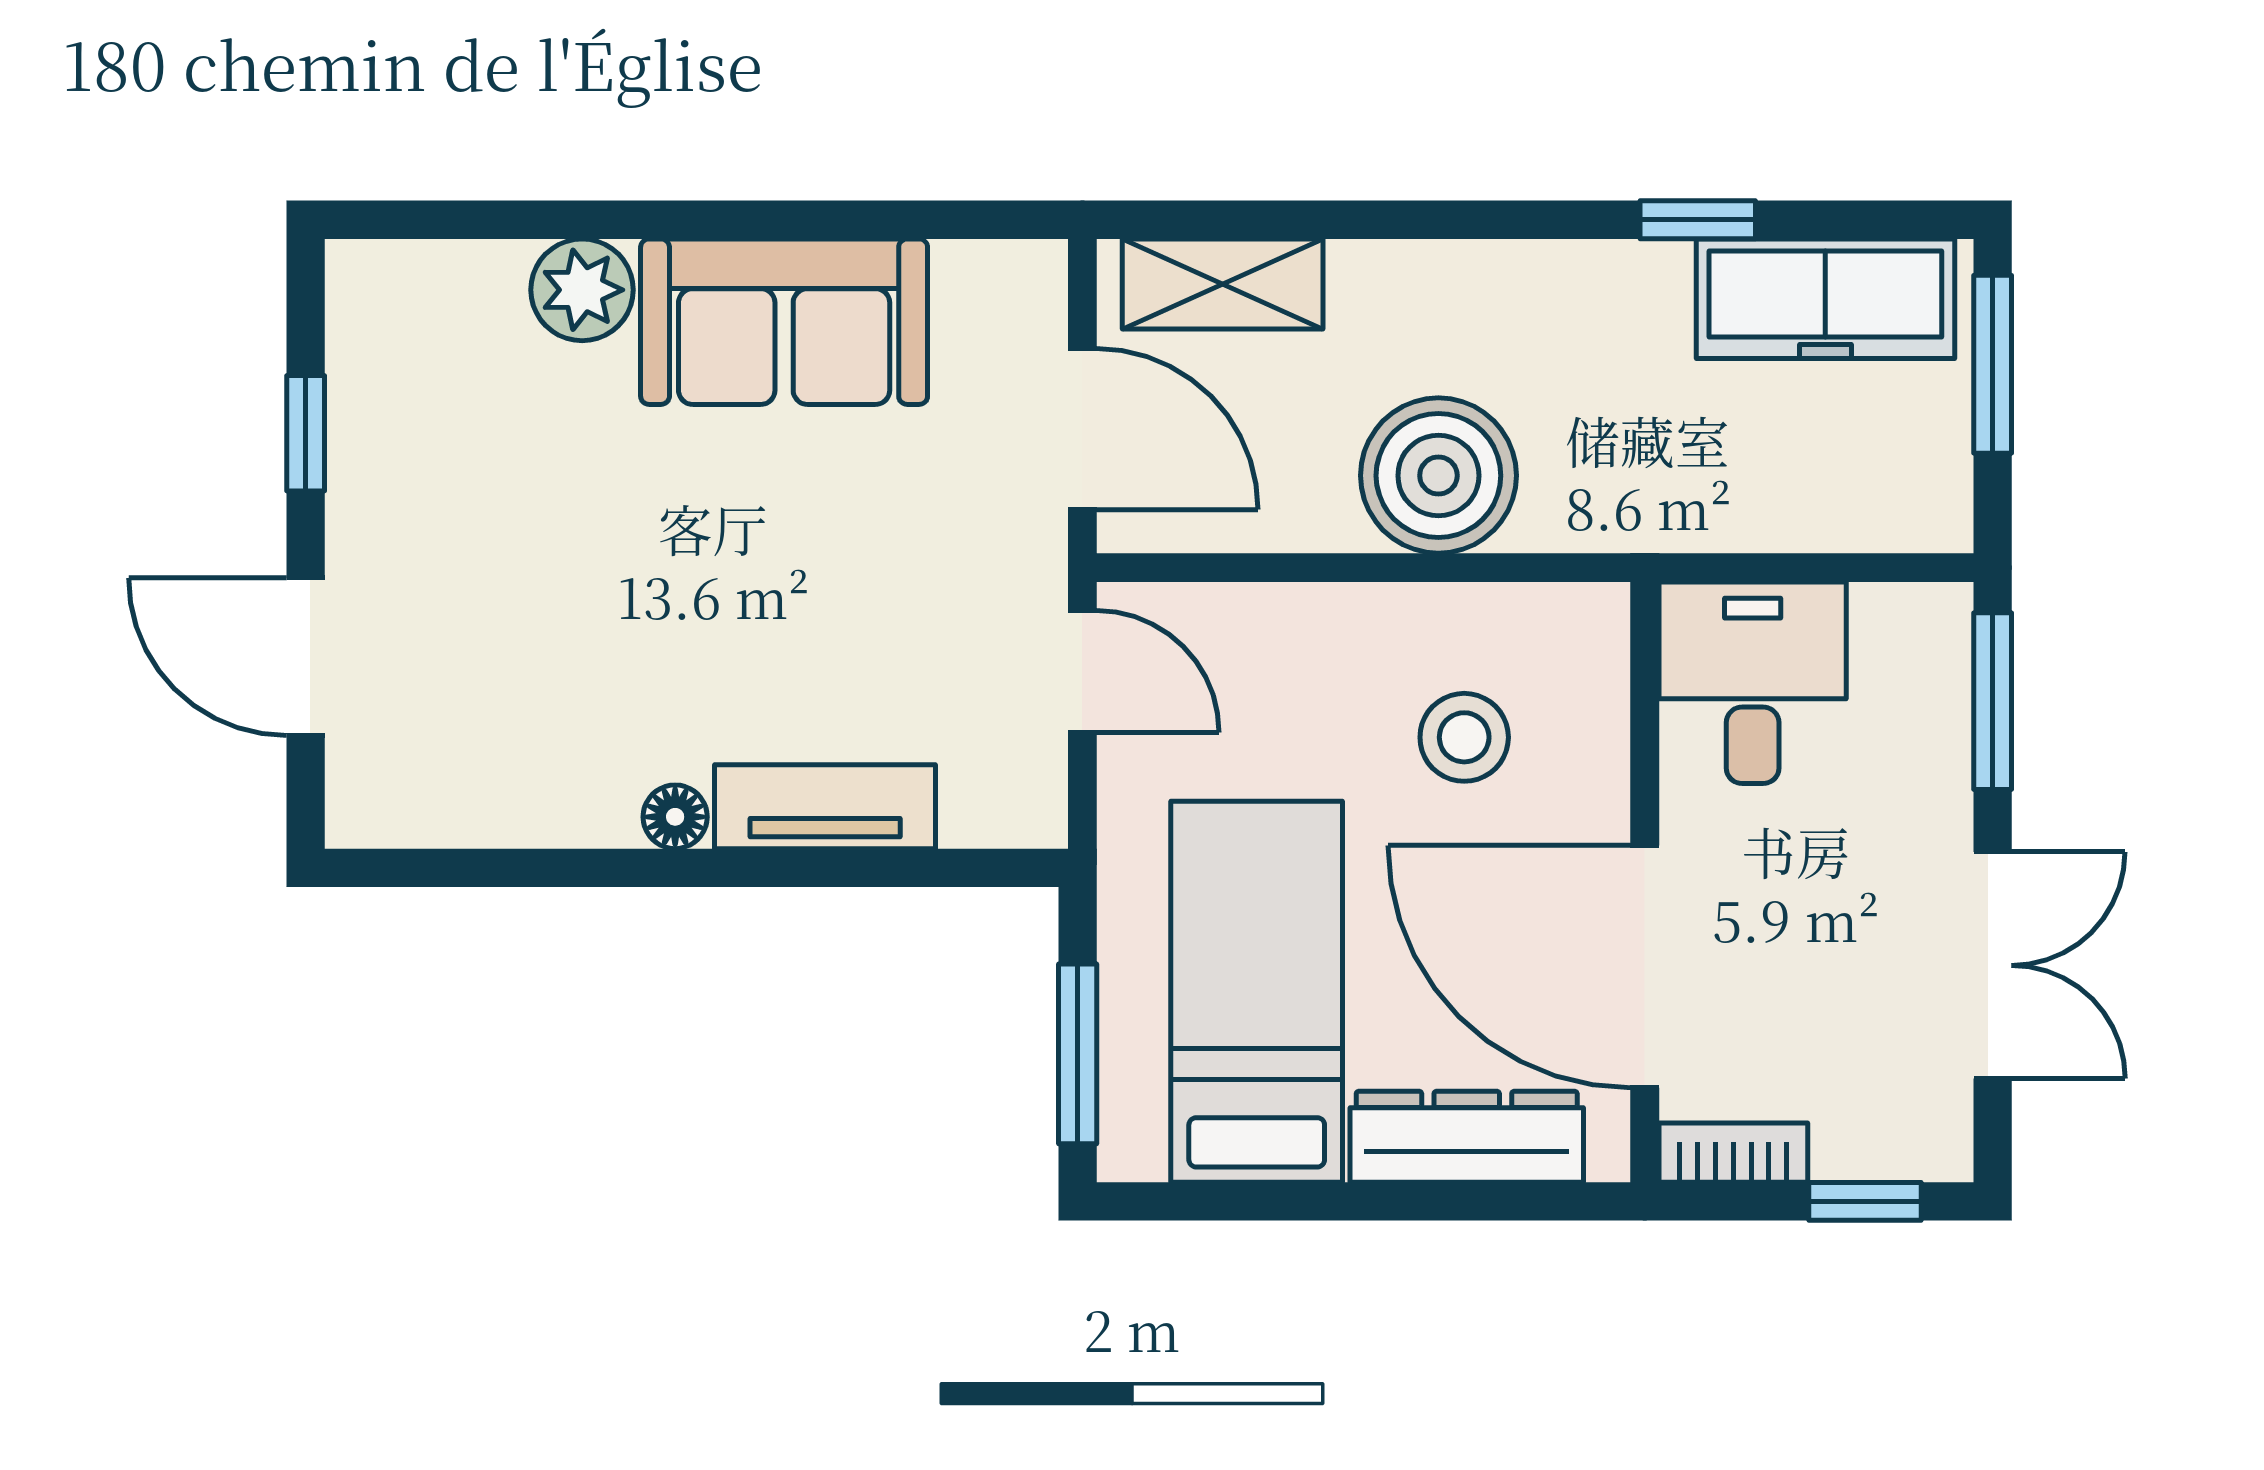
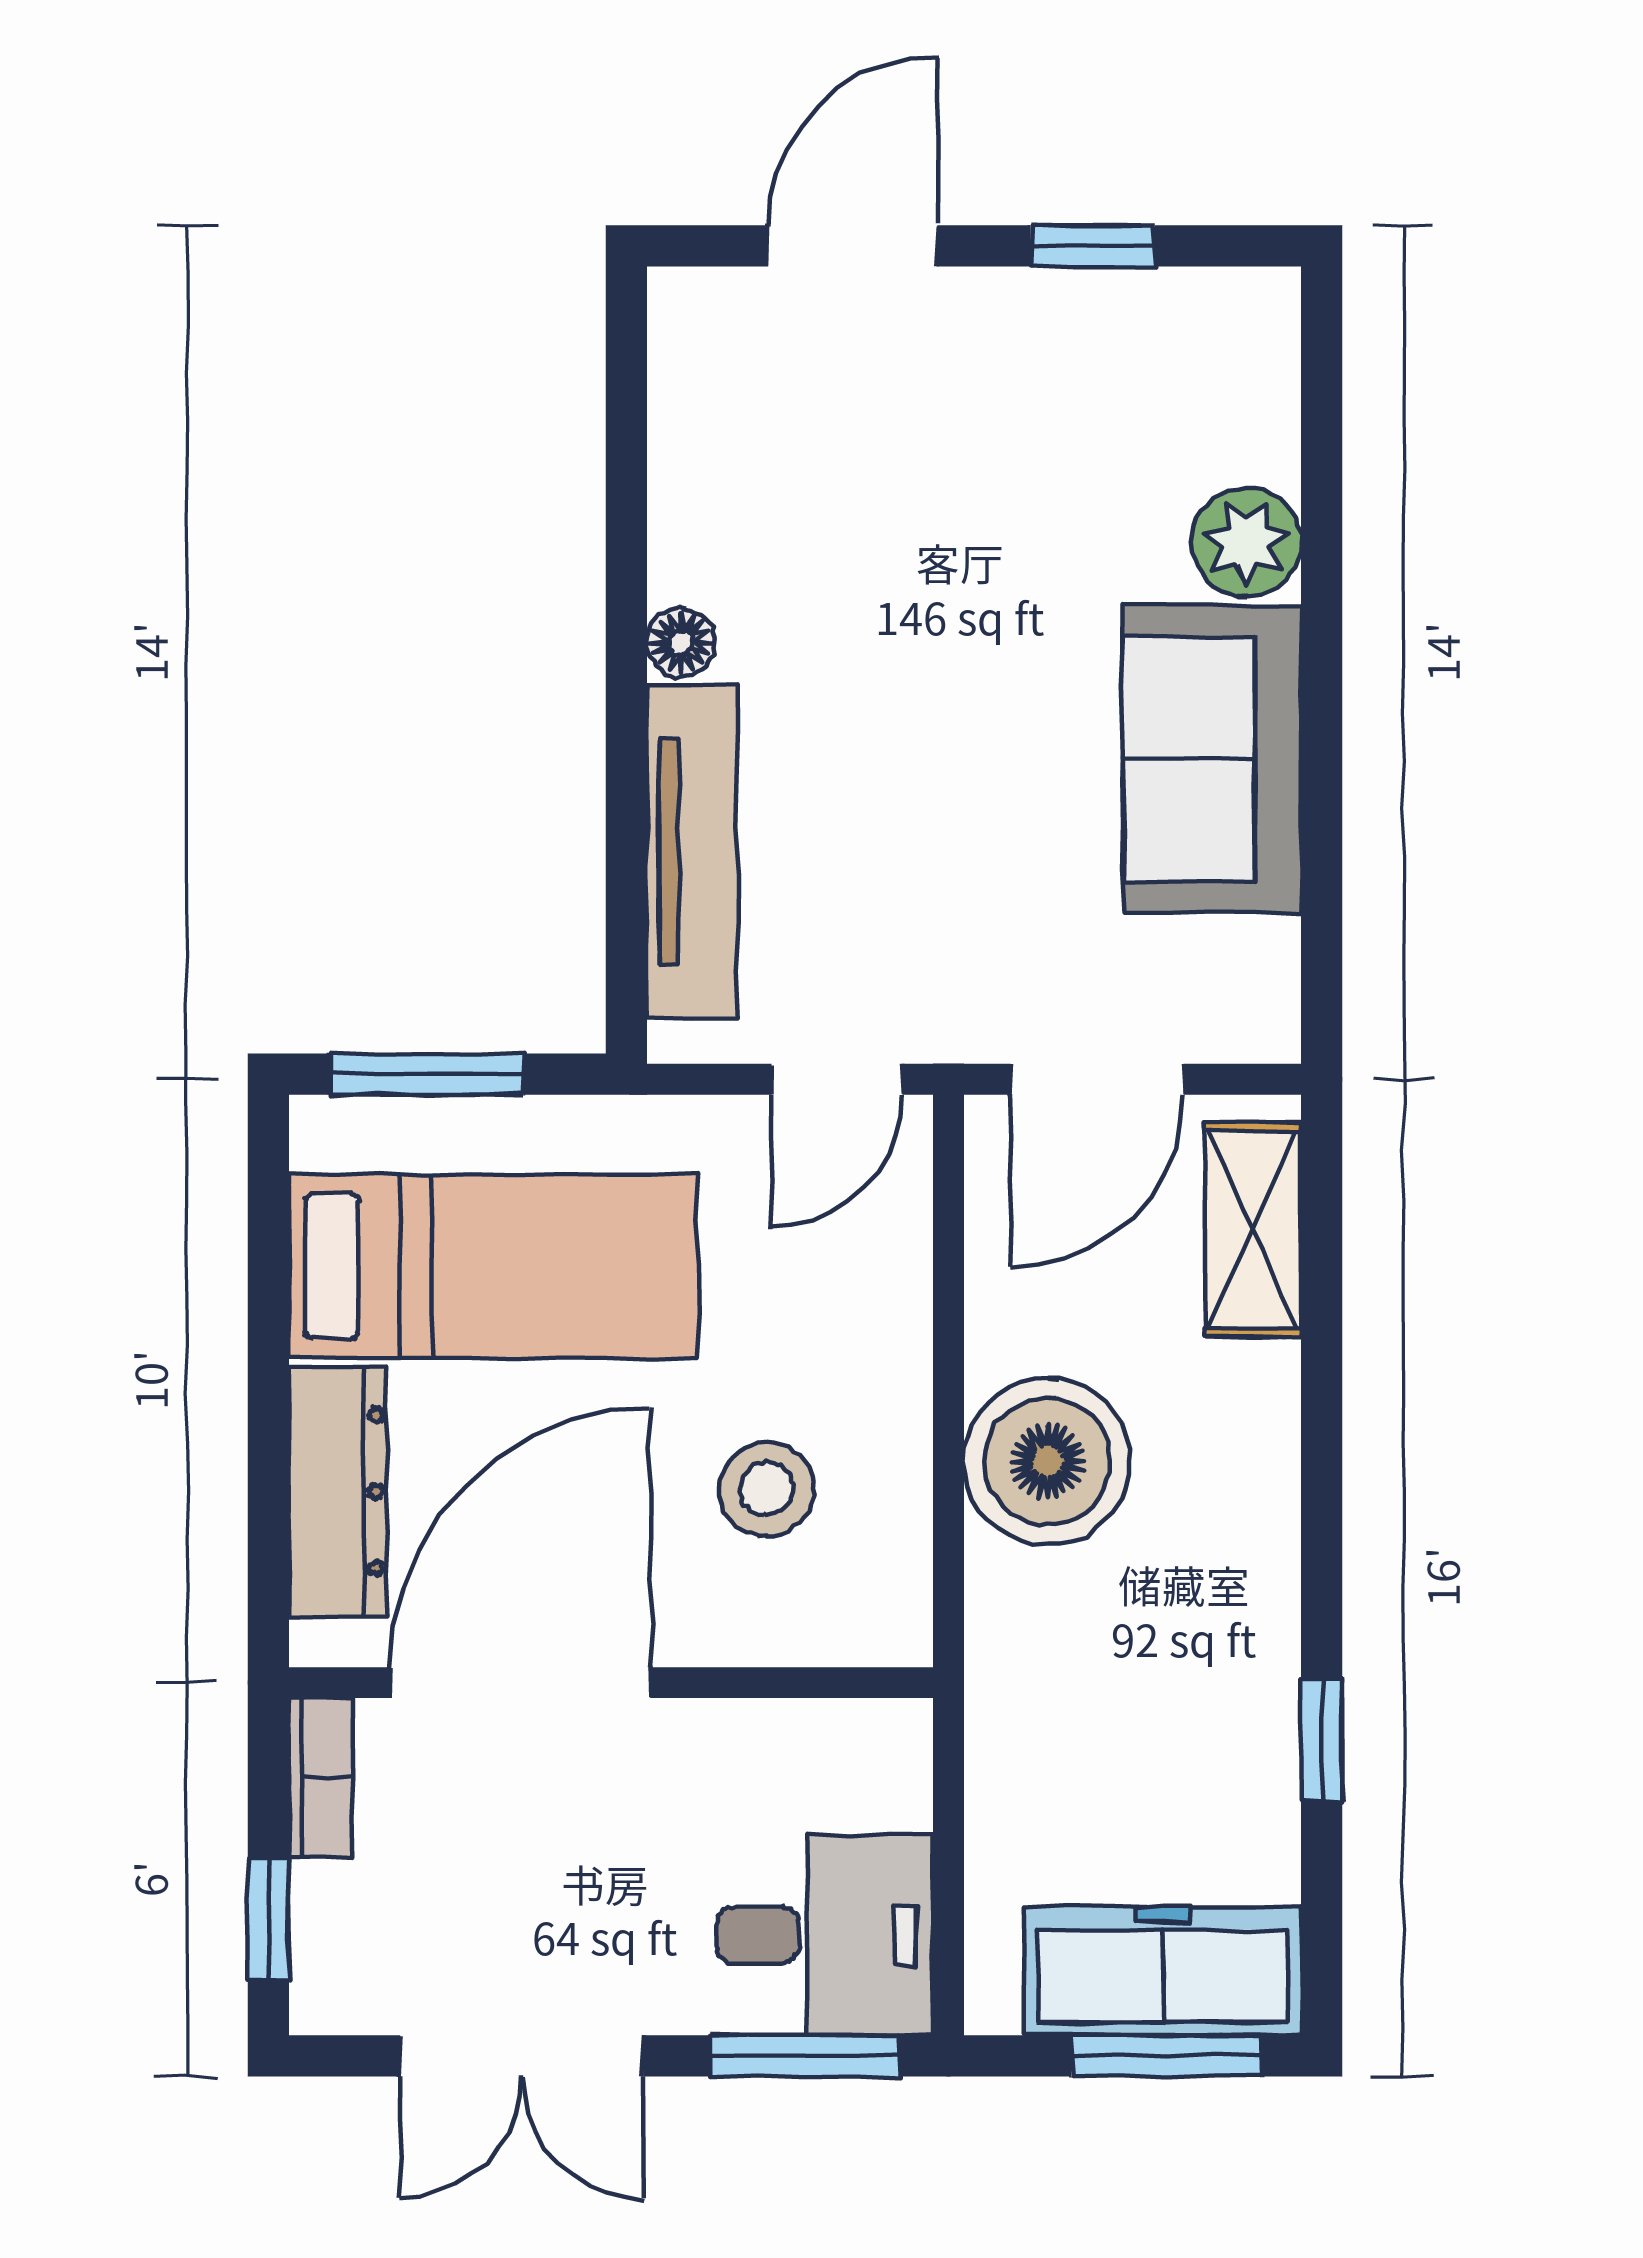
freezer: (1825, 299) -> (1163, 1971), moved, turned 90
desk: (1753, 683) -> (825, 1935), moved
tv unit: (825, 807) -> (692, 852), width x1.41

